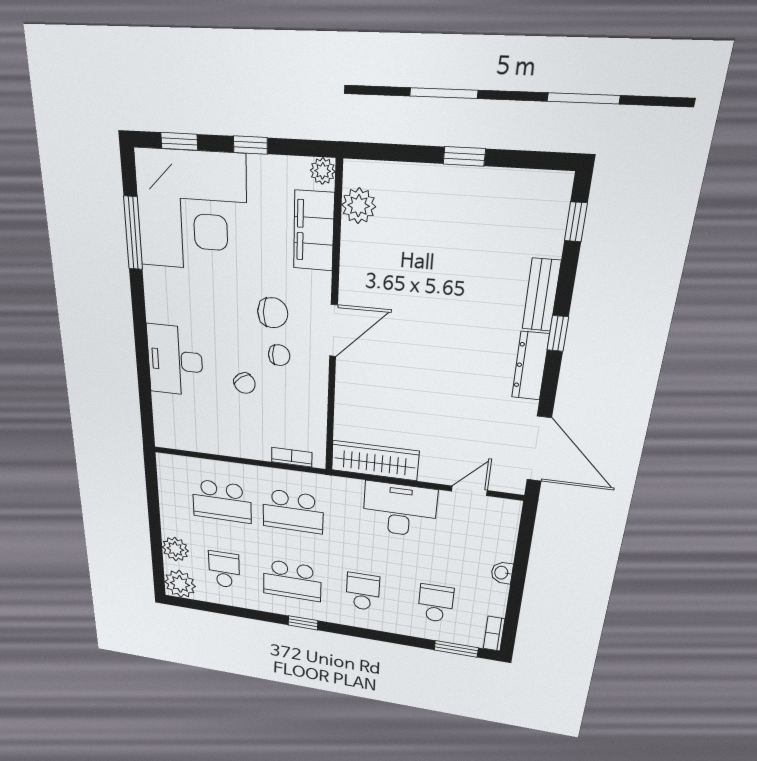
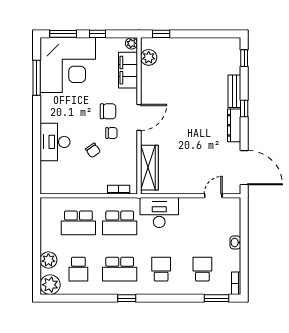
window: (179, 141) -> (63, 34), width x1.50
window: (464, 156) -> (161, 34), moved
wardrobe: (375, 460) -> (149, 168), moved, turned 90
desk: (400, 510) -> (159, 213), moved
school desk: (224, 570) -> (78, 269), turned 180

